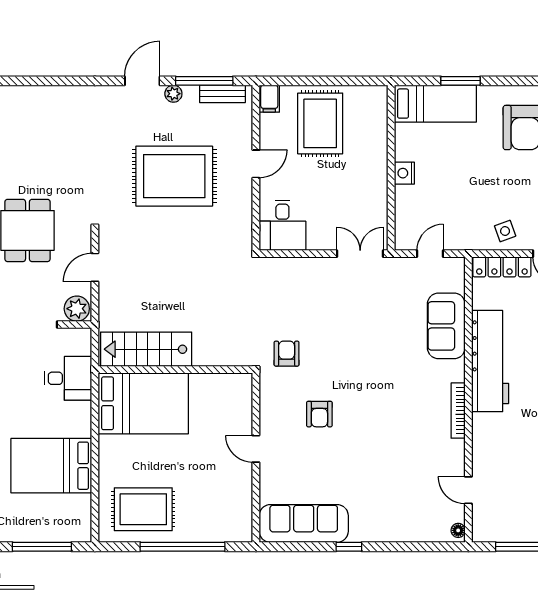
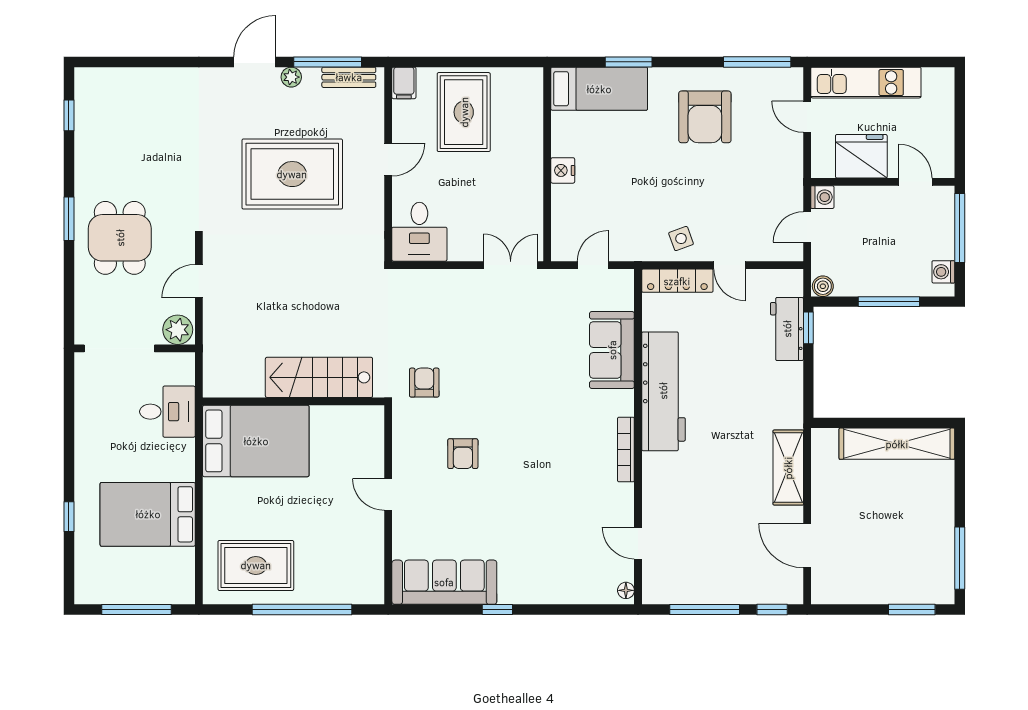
stairs: (146, 349) -> (319, 377), moved

